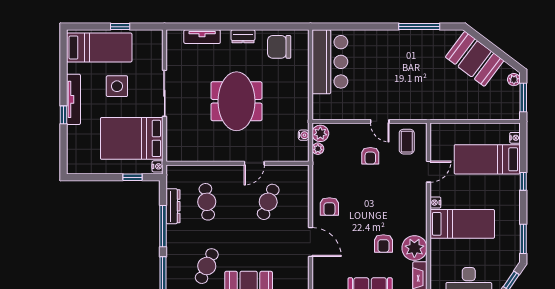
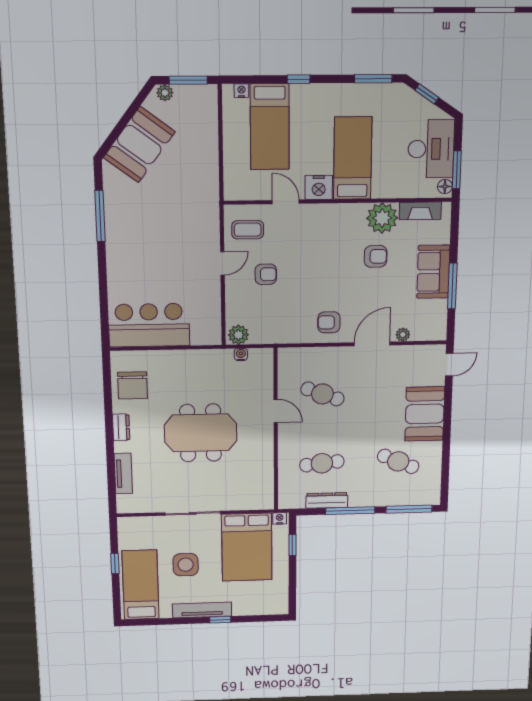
plant: (318, 149) -> (403, 335), moved
nightstand: (435, 203) -> (319, 187), width x1.89, depth x1.79
armchair: (329, 207) -> (329, 322), turned 180

